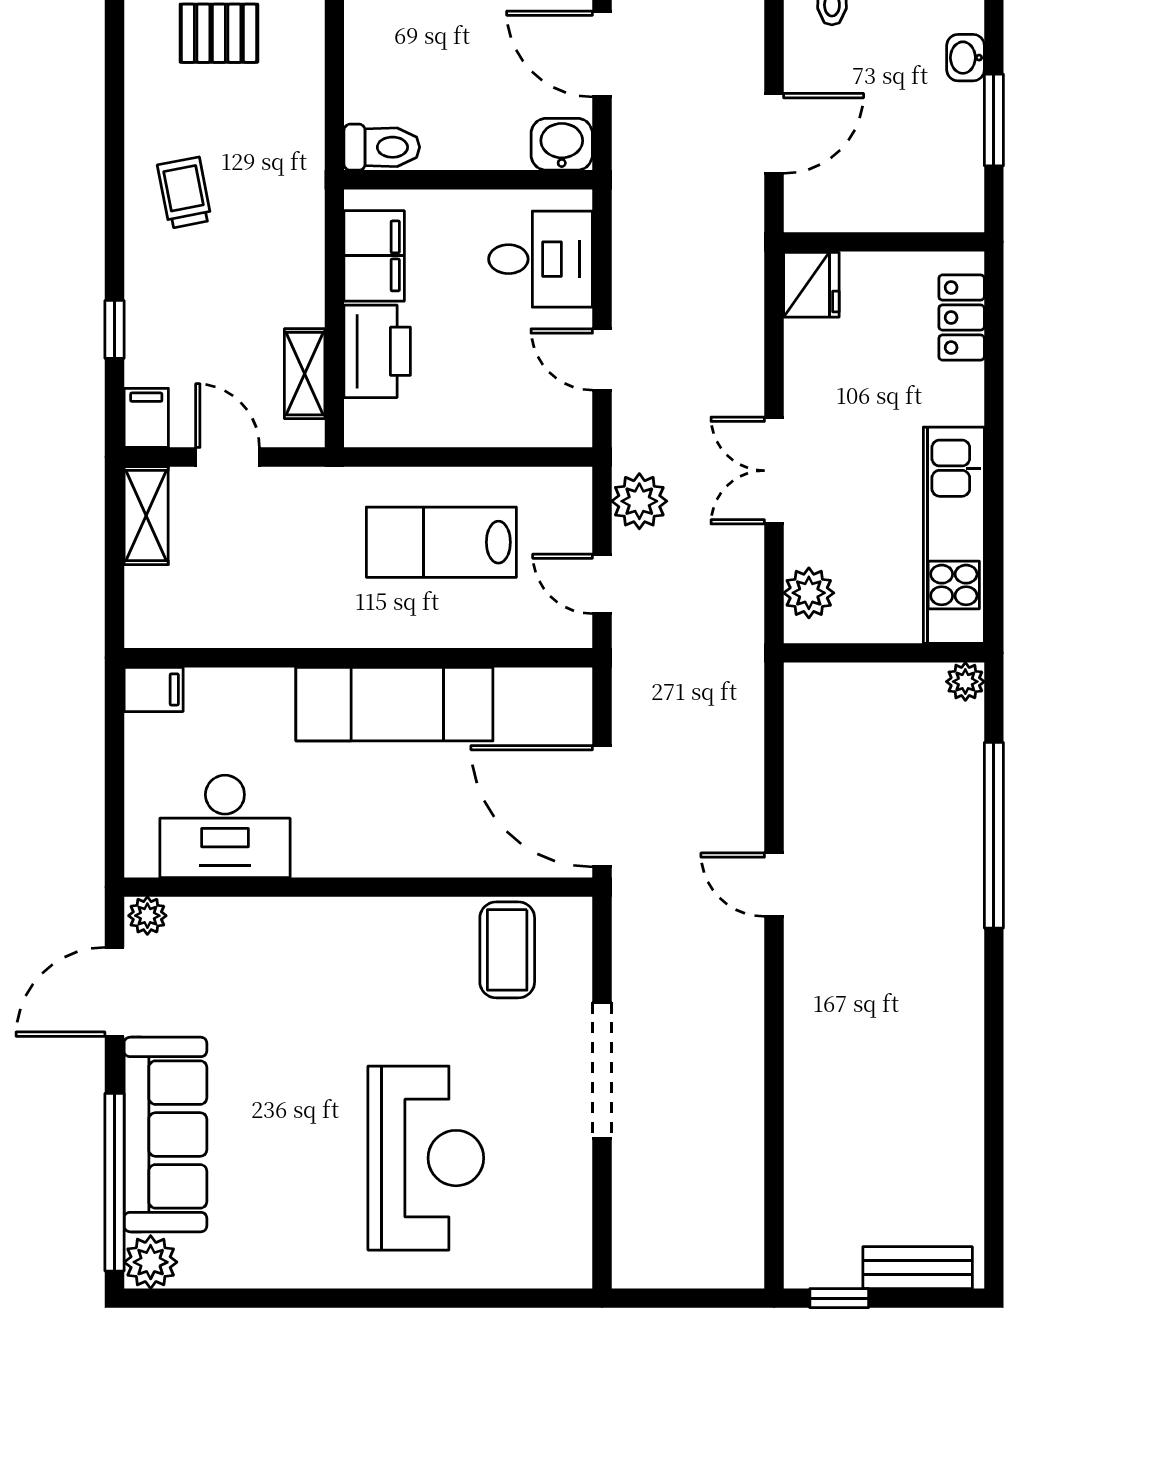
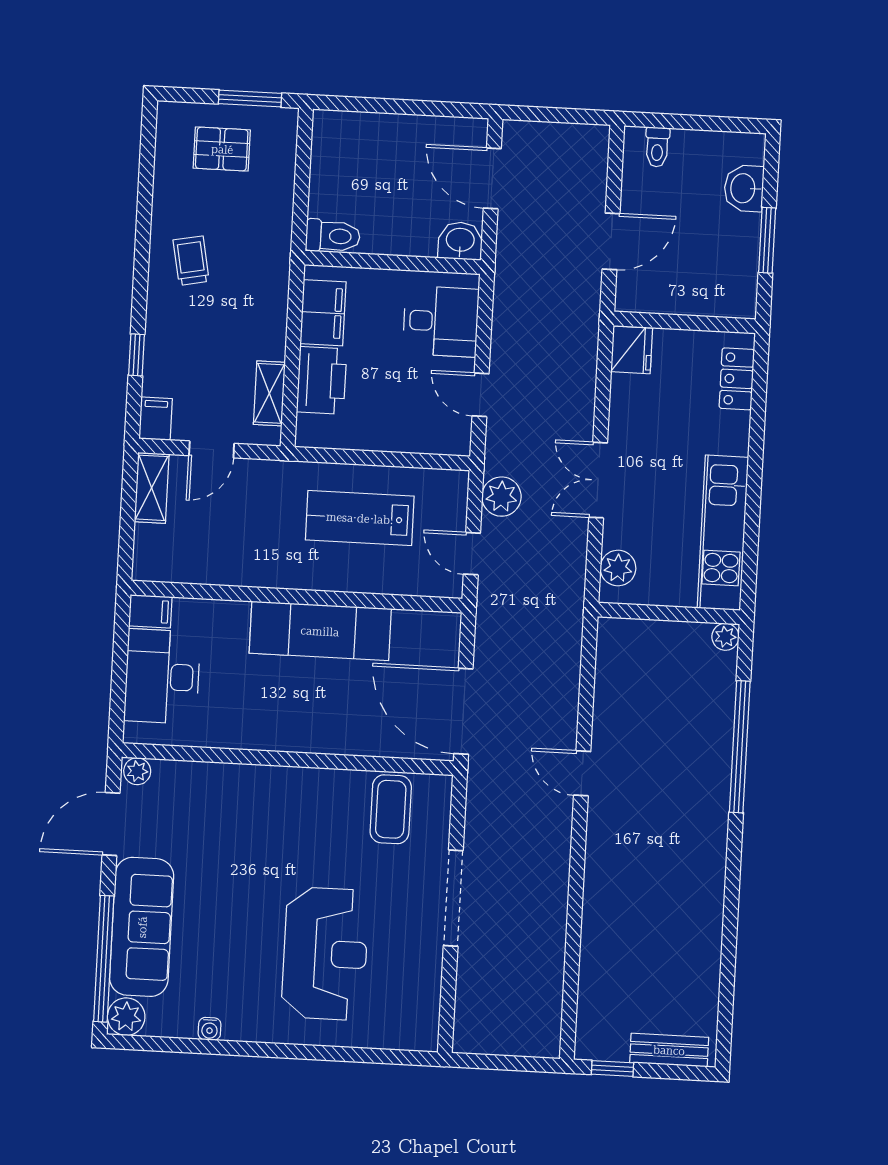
washbasin: (966, 58) -> (744, 188), width x1.38, depth x1.45
door: (228, 457) -> (212, 449), swing flipped
desk: (225, 826) -> (162, 677), moved, turned 90
water cooler: (269, 1273) -> (210, 1029), added

